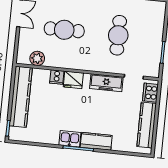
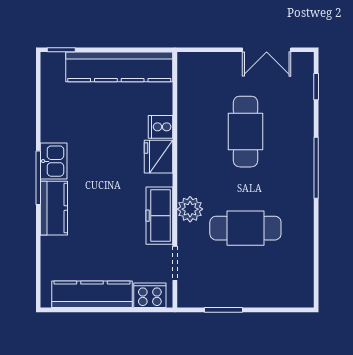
plant: (37, 58) -> (190, 209), moved

